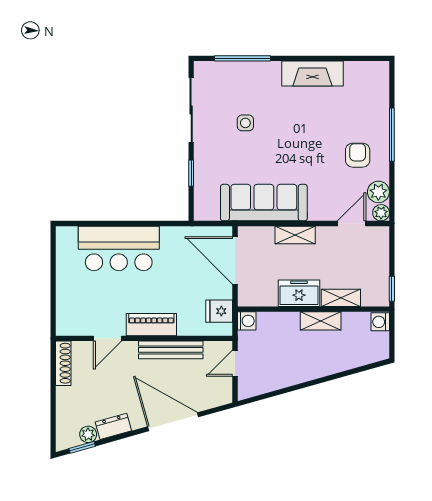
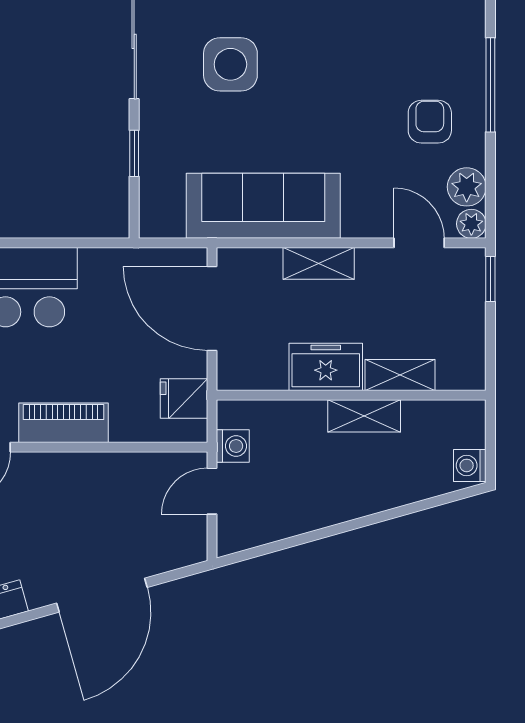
side table: (245, 123) -> (230, 64), width x1.87, depth x1.87
door: (352, 224) -> (419, 243), hinge flipped
window: (392, 289) -> (490, 279), moved
washing machine: (247, 321) -> (233, 446), moved
washing machine: (380, 322) -> (470, 465), moved
bench: (171, 350) -> (98, 468), removed
door: (173, 422) -> (102, 595), swing flipped

